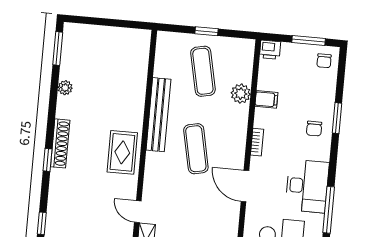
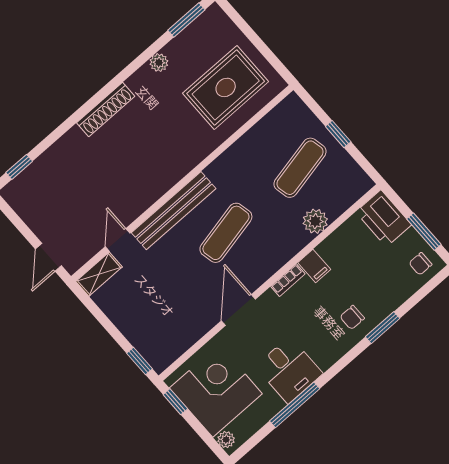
printer: (270, 50) -> (384, 218), width x1.87, depth x1.48
filing cabinet: (266, 99) -> (314, 266), moved
bench: (158, 115) -> (174, 211), moved
rug: (122, 152) -> (226, 87), moved, width x1.36, depth x1.43
window: (48, 160) -> (80, 114), removed
desk: (307, 186) -> (289, 370), width x0.73

